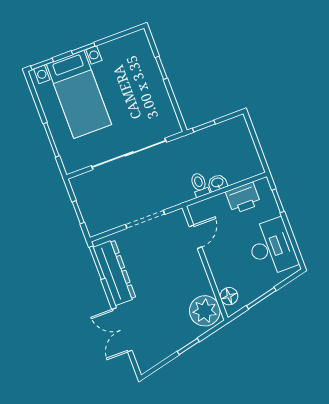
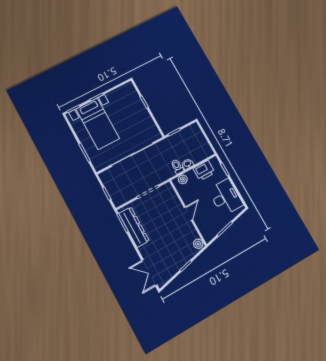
plant: (205, 207) -> (183, 179), added
door: (196, 237) -> (188, 213), moved
floor lamp: (229, 296) -> (205, 231), removed
plant: (205, 311) -> (198, 244), width x0.53, depth x0.53
double door: (122, 330) -> (149, 273), moved

